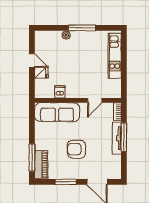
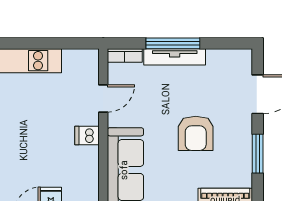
dishwasher: (60, 92) -> (87, 135), moved
door: (95, 100) -> (103, 98), hinge flipped

